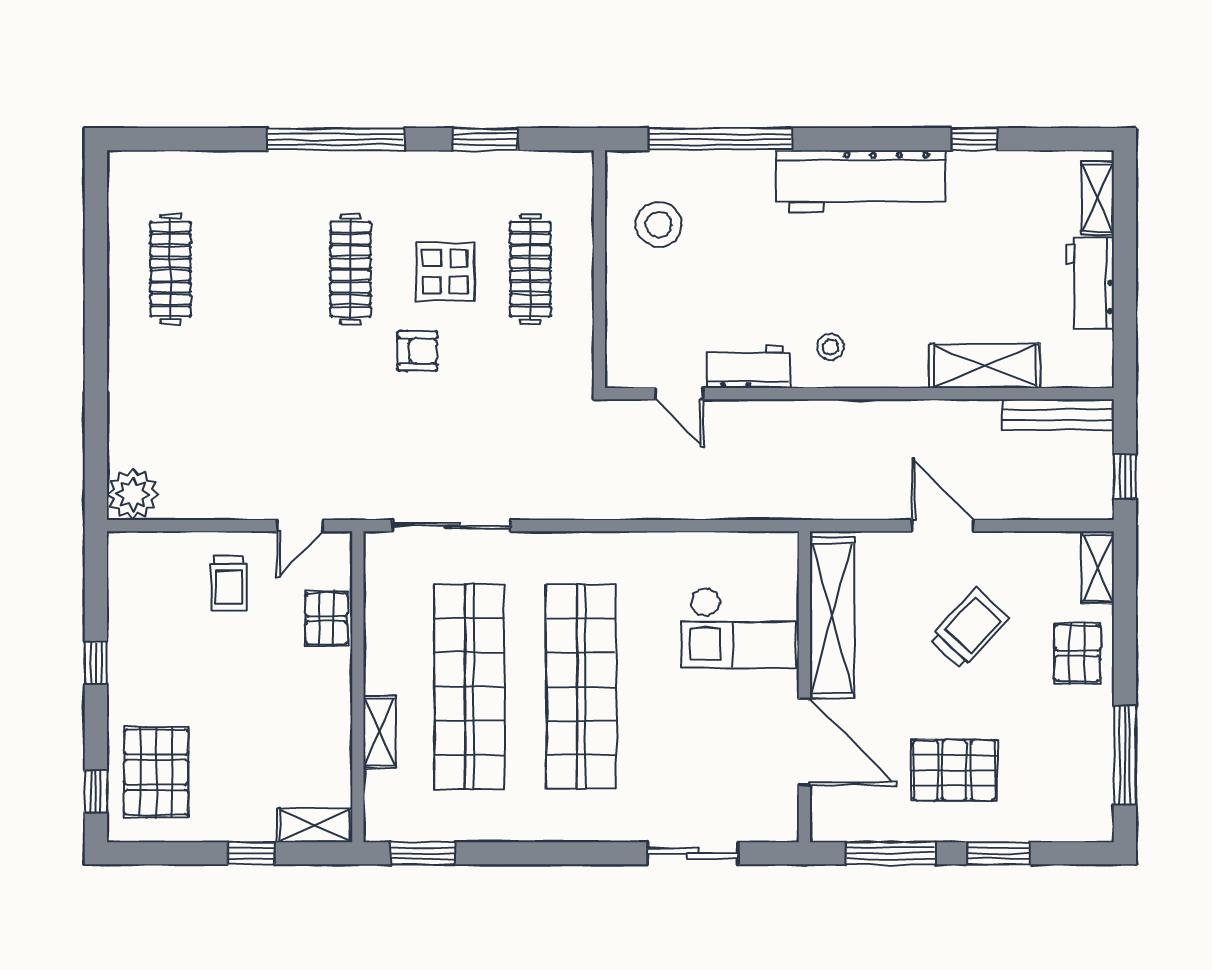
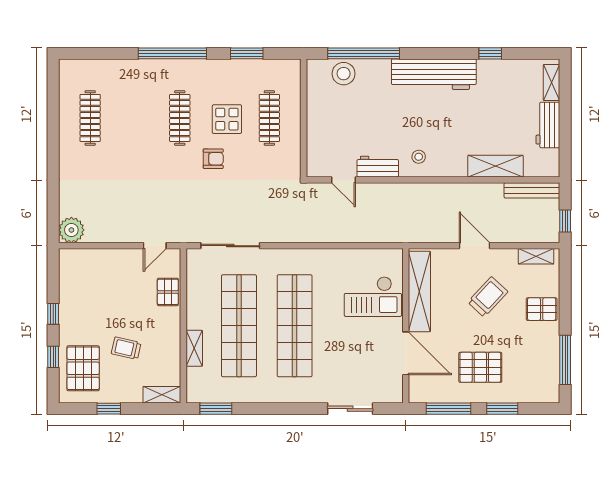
stool: (659, 224) -> (344, 74), moved
shelving: (1098, 568) -> (536, 256), moved, turned 90
trolley: (229, 583) -> (126, 348), moved, turned 103
pallet: (1078, 653) -> (542, 309), turned 90
window: (96, 792) -> (53, 357), moved
window: (251, 853) -> (109, 409), moved

